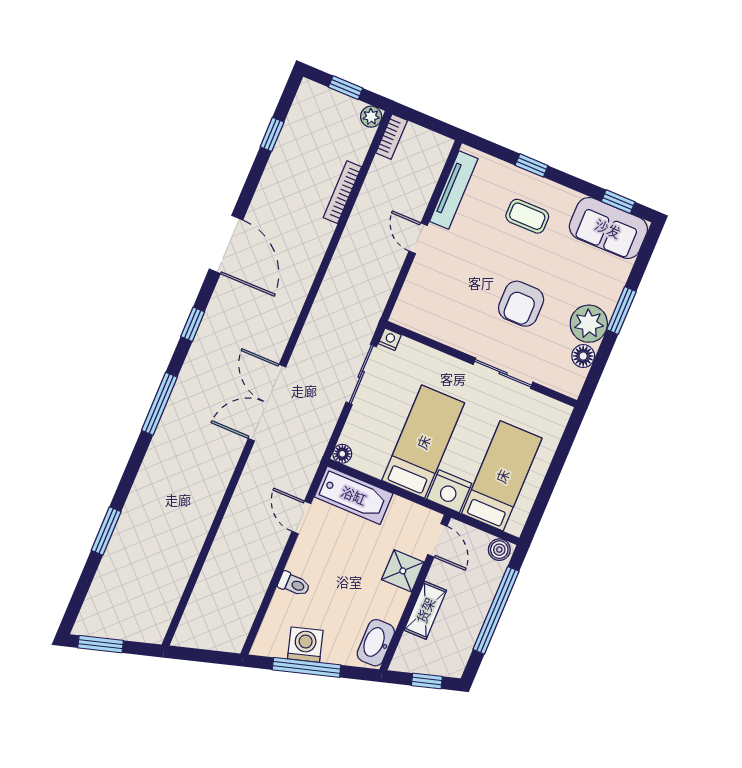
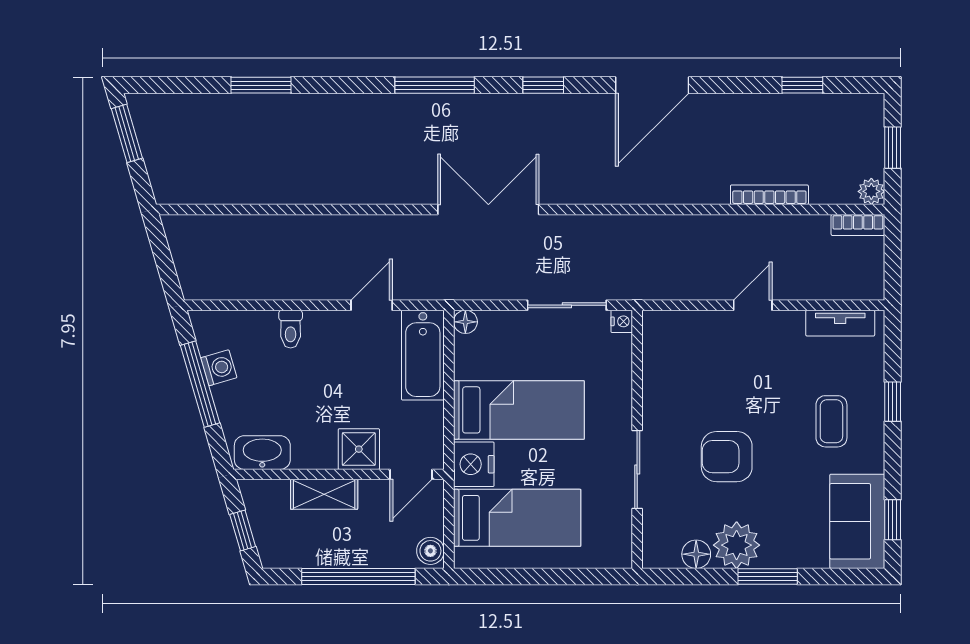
tv unit: (454, 190) -> (840, 323), width x0.71
washing machine: (305, 645) -> (219, 368), width x0.73, depth x0.73

